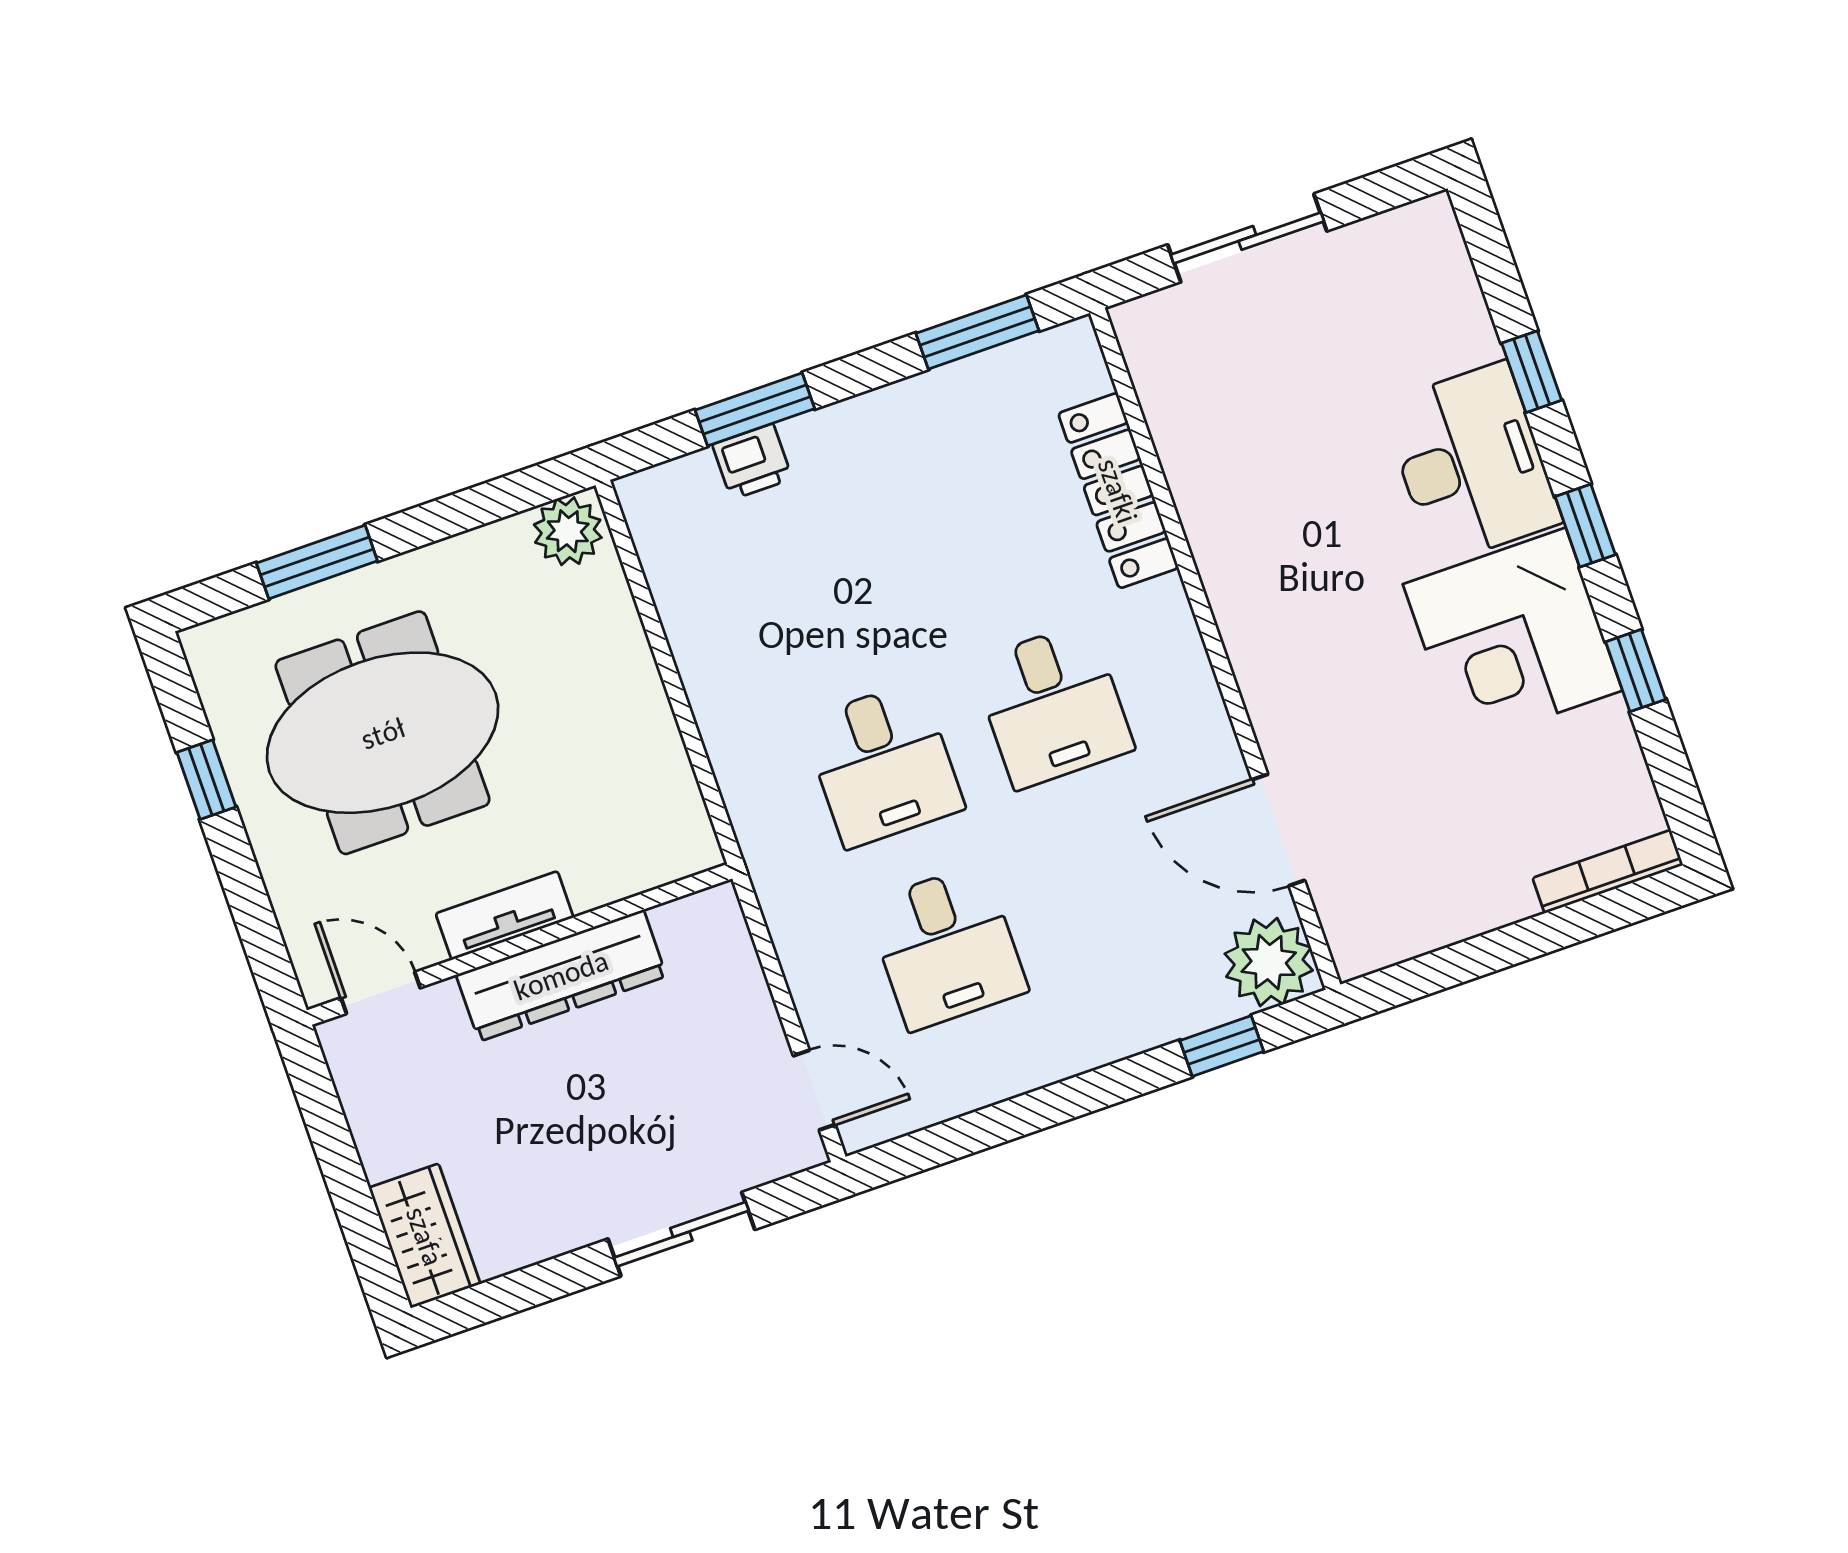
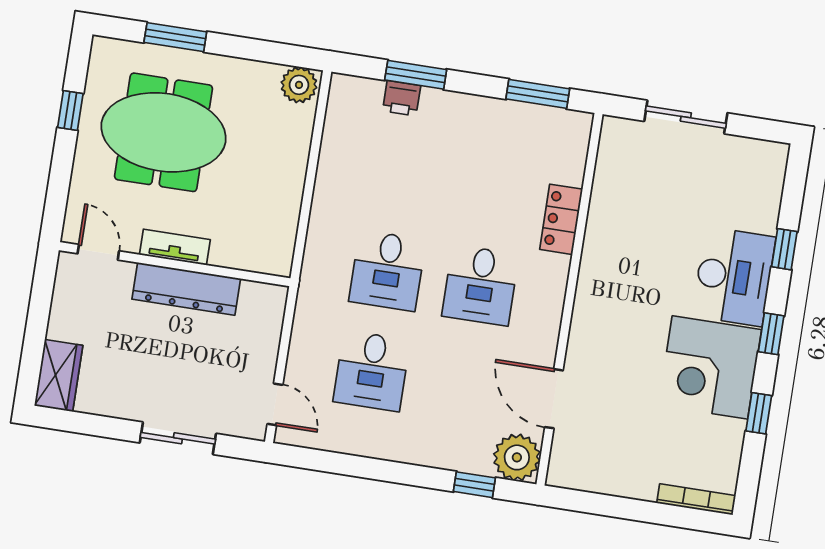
locker: (1118, 491) -> (561, 219), width x0.66

